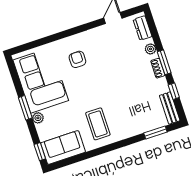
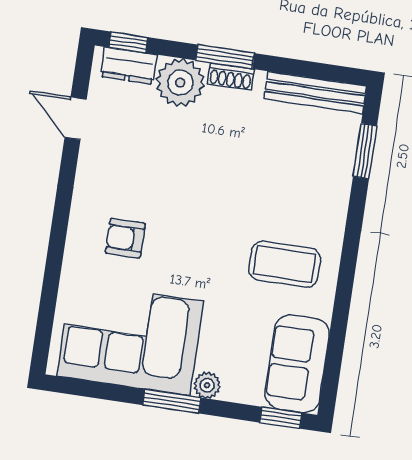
plant: (150, 49) -> (180, 83), width x1.88, depth x1.88
window: (174, 91) -> (128, 42), moved
bench: (170, 108) -> (315, 92), width x1.36

